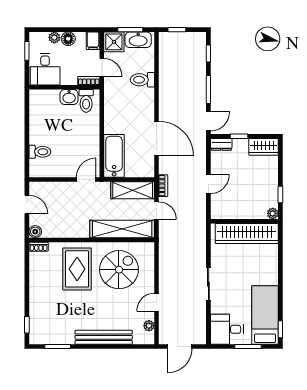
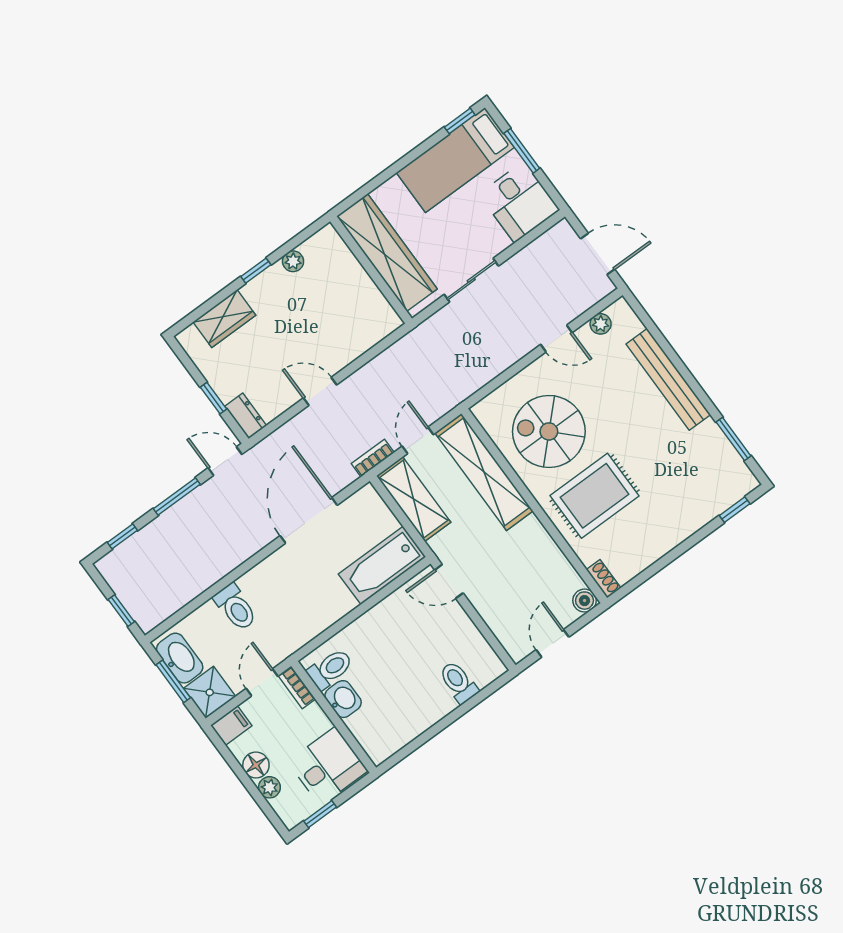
wardrobe: (264, 147) -> (224, 319), moved, turned 90
wall: (244, 221) -> (371, 270), moved
wardrobe: (247, 234) -> (387, 253), moved

